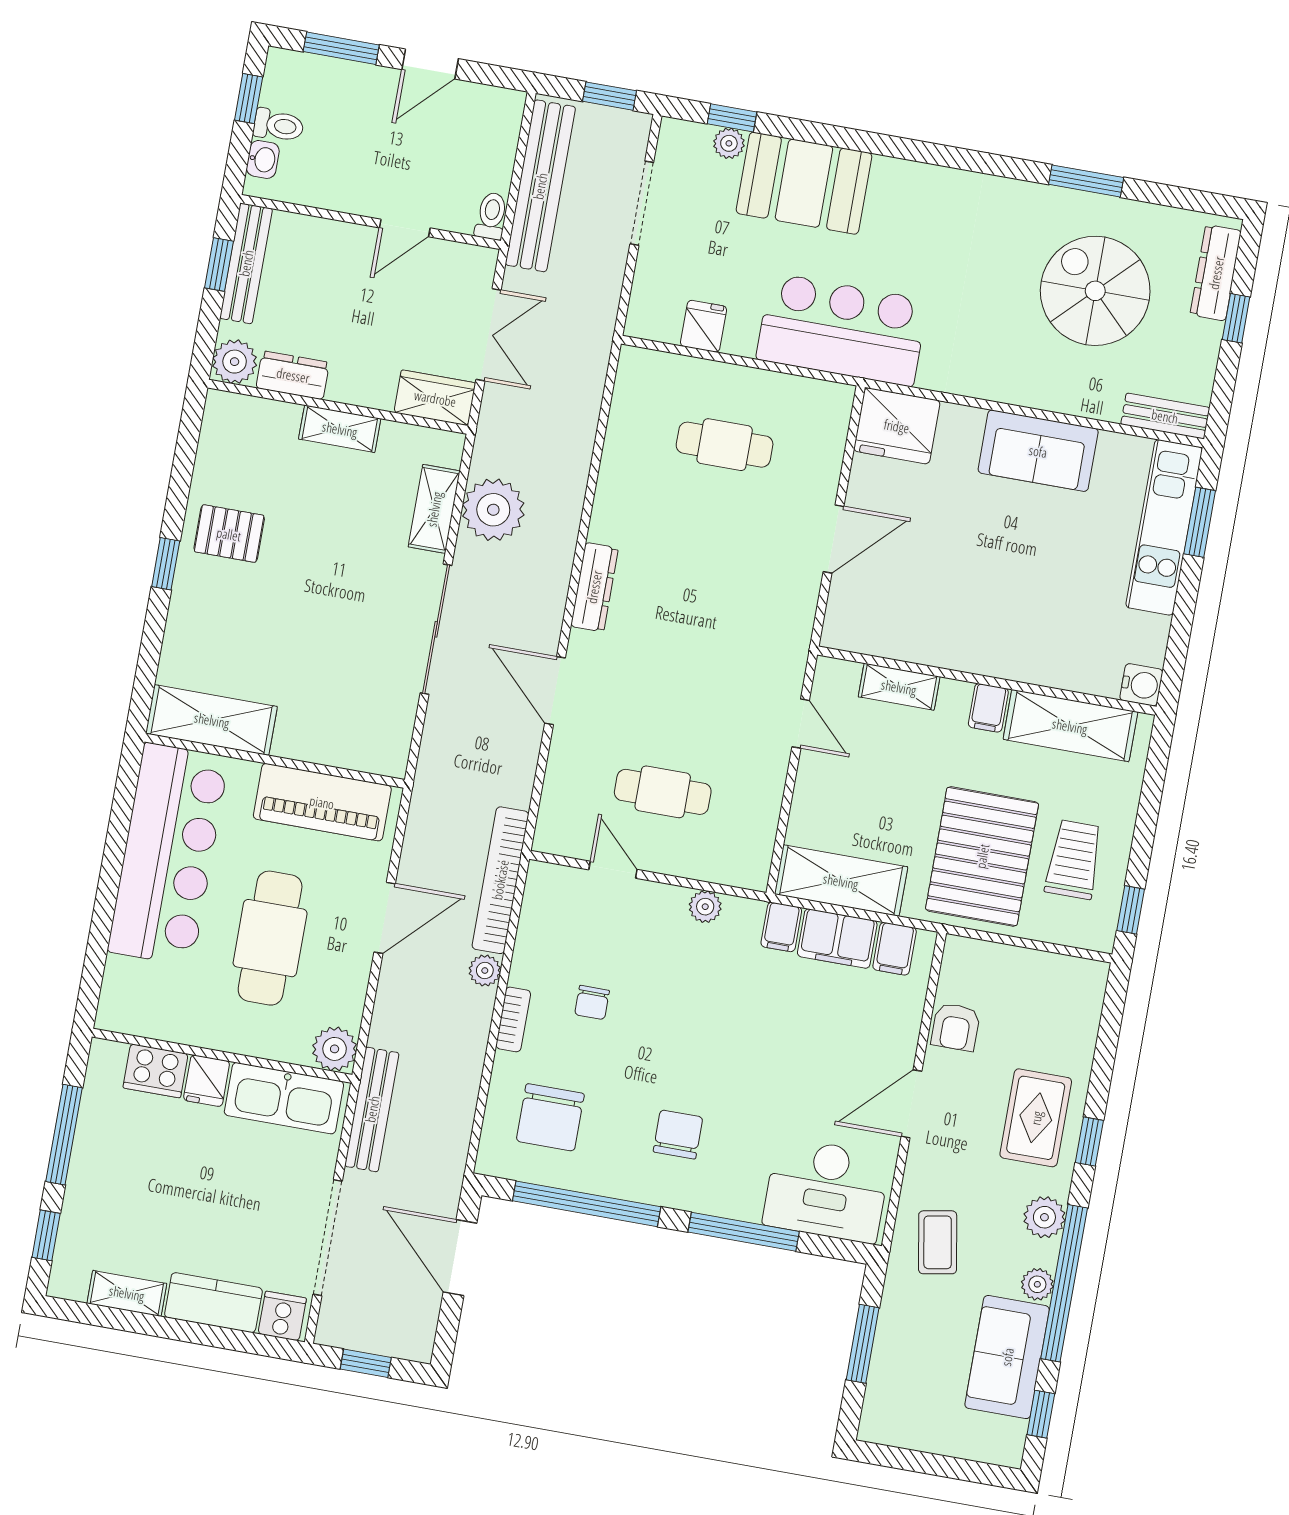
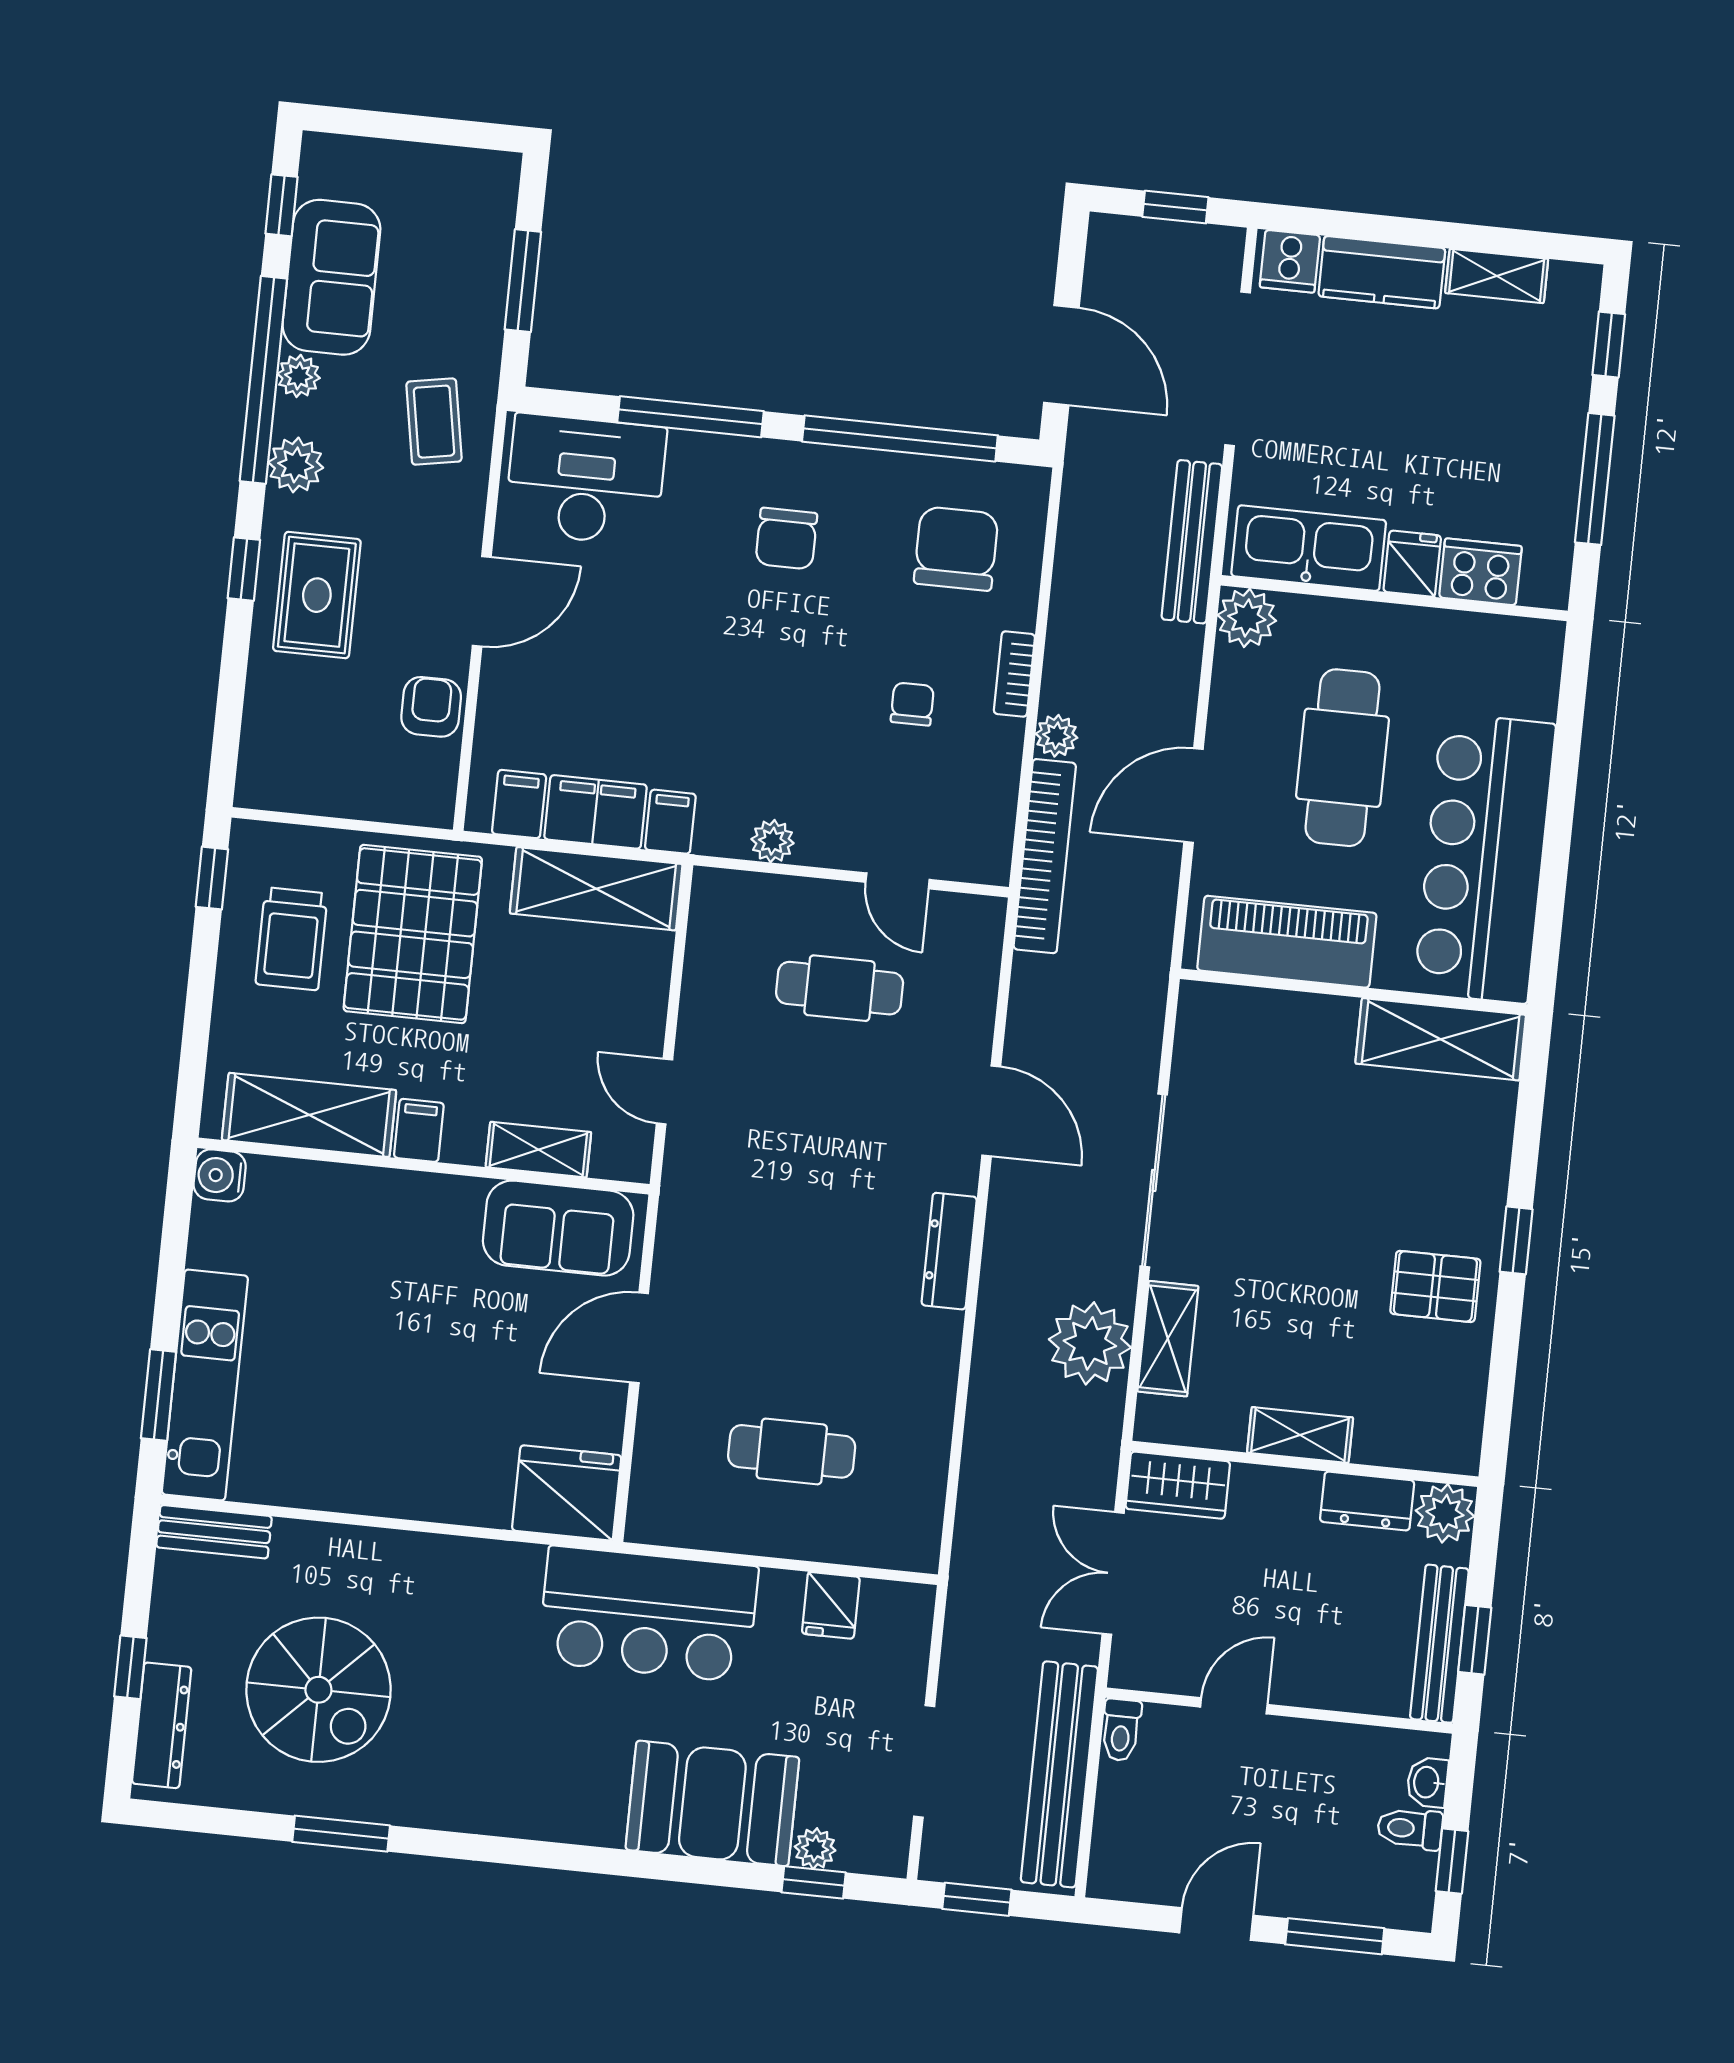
sofa: (1038, 451) -> (558, 1228), moved, turned 180

